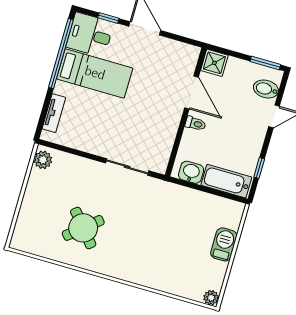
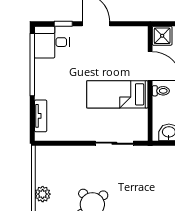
bed: (95, 73) -> (117, 94), moved, turned 180
plant: (43, 160) -> (43, 194), moved

